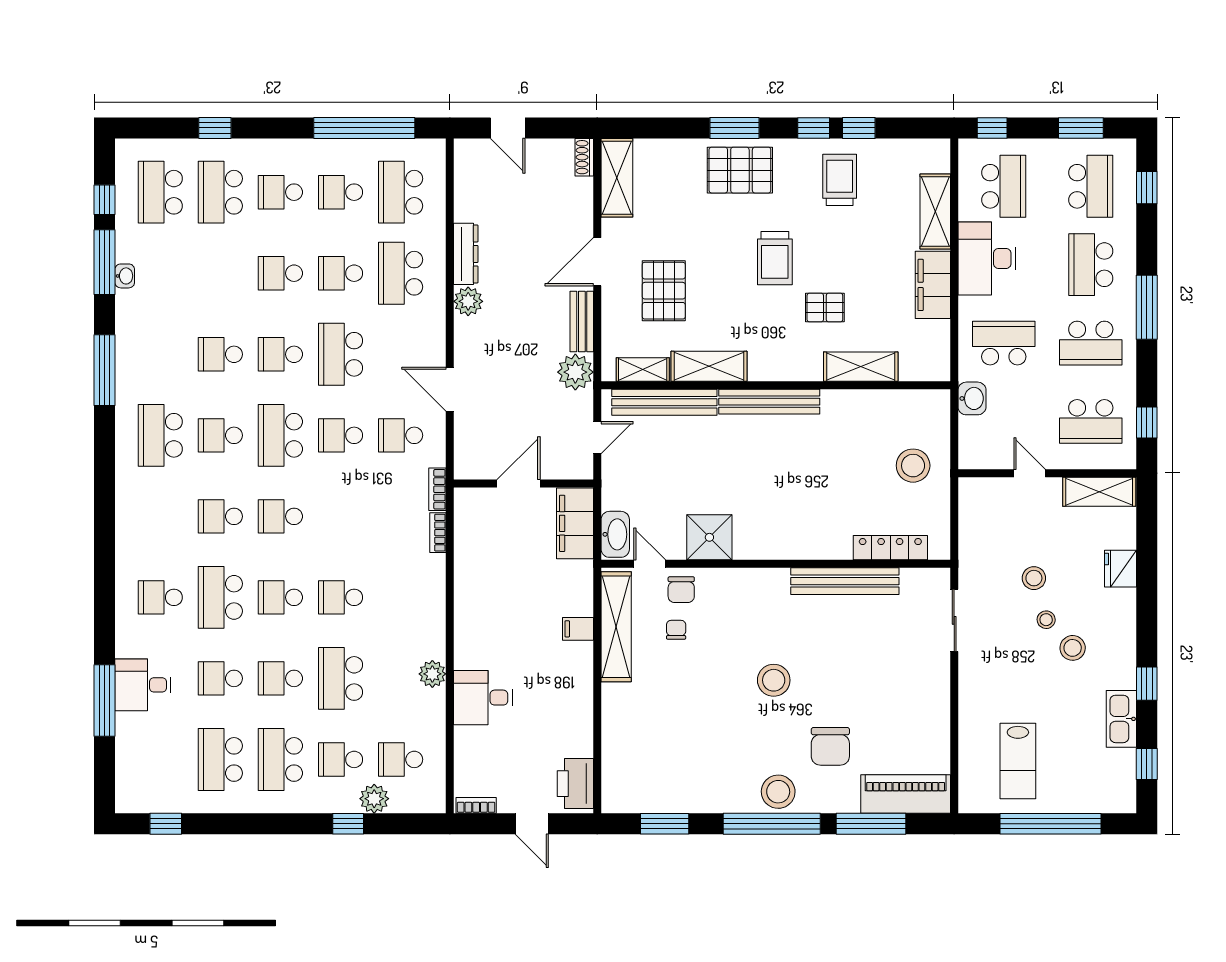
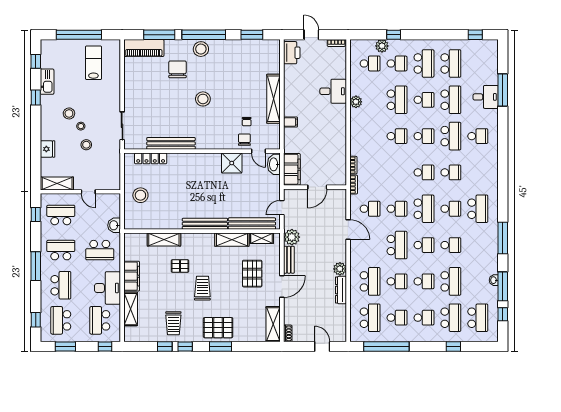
school desk: (220, 273) -> (451, 281), added
shelving: (616, 627) -> (274, 99), moved
school desk: (220, 678) -> (451, 100), width x1.85

